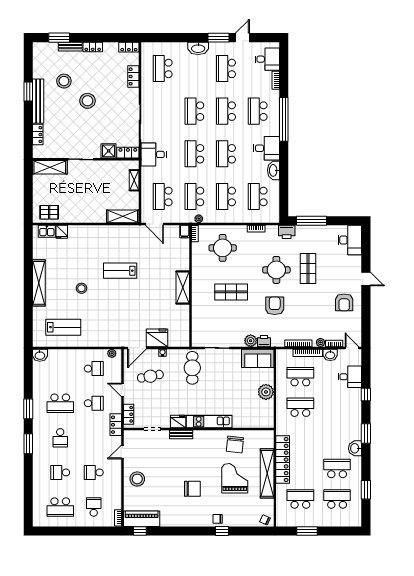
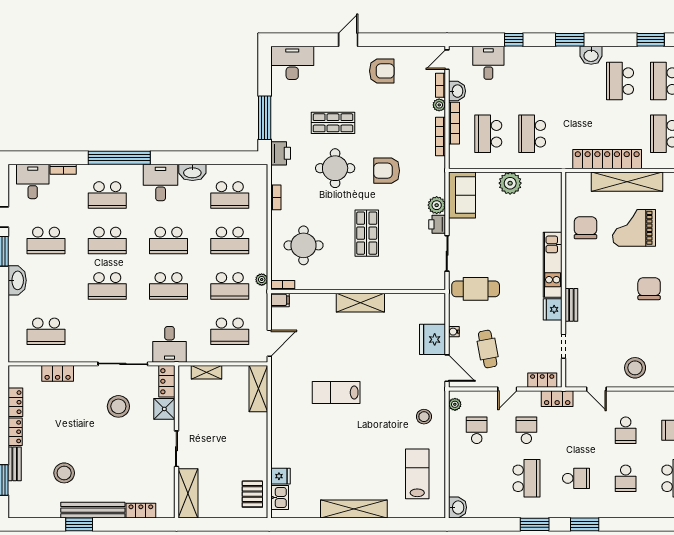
locker: (129, 47) -> (15, 402), moved
stool: (87, 101) -> (118, 406), moved
lab bench: (120, 271) -> (336, 393), turned 90
stool: (81, 288) -> (424, 417), moved
printer: (264, 341) -> (437, 224), moved
chair: (235, 444) -> (586, 228), turned -96

